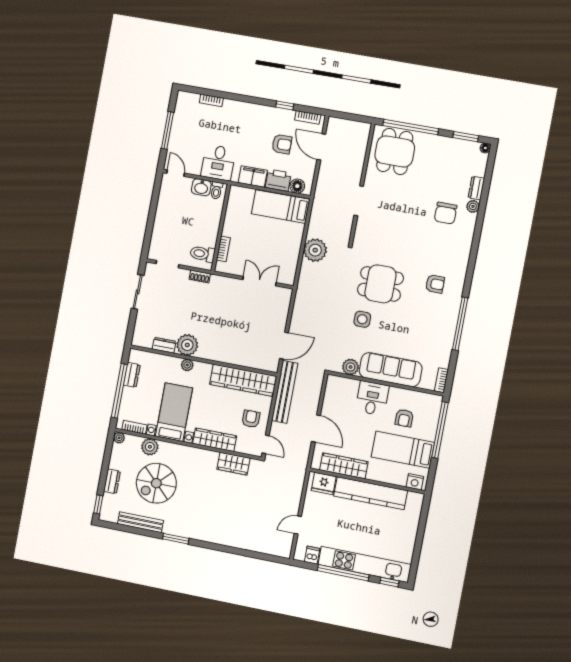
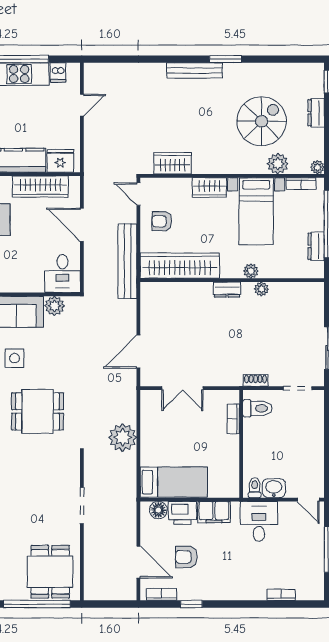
side table: (362, 319) -> (14, 358), moved
dresser: (164, 345) -> (227, 290), moved
plant: (187, 345) -> (261, 289), width x0.53, depth x0.53
door: (284, 346) -> (138, 352), moved
desk: (372, 398) -> (62, 274), moved
armchair: (251, 419) -> (162, 221), turned 90
wardrobe: (215, 440) -> (209, 188), width x0.67
bench: (140, 522) -> (194, 70), moved

